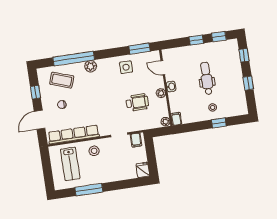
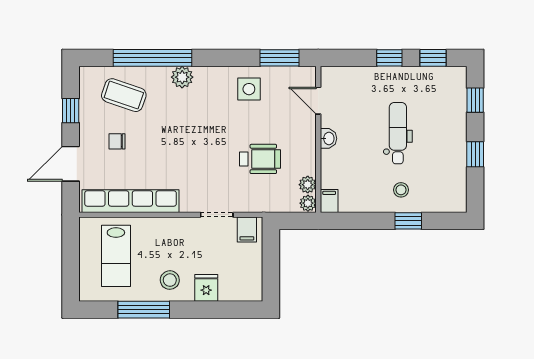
plant: (161, 93) -> (308, 185), moved
stool: (94, 151) -> (170, 280), moved
fridge: (143, 170) -> (206, 288), moved

